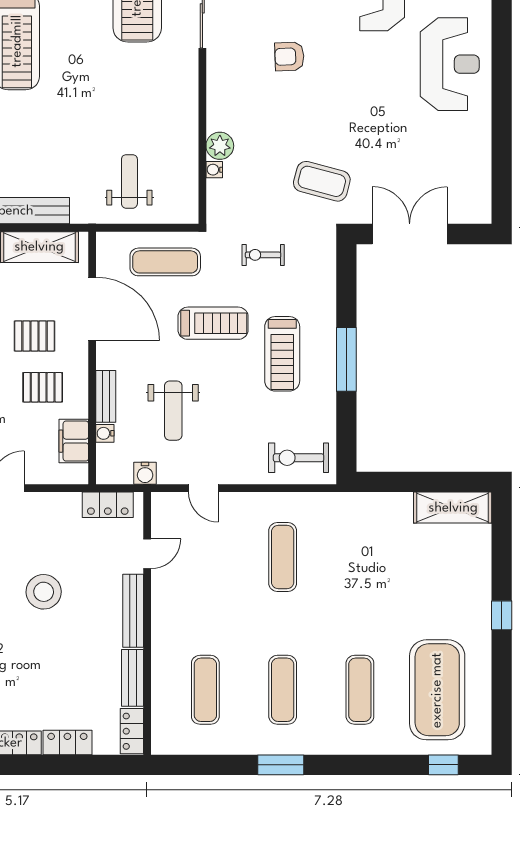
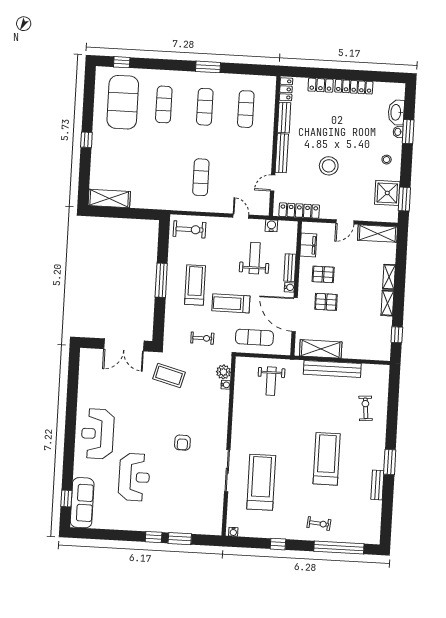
armchair: (289, 56) -> (182, 443), turned 92
plant: (220, 146) -> (223, 372), moved
water cooler: (105, 433) -> (289, 287), moved
locker: (108, 505) -> (299, 211), width x1.53

